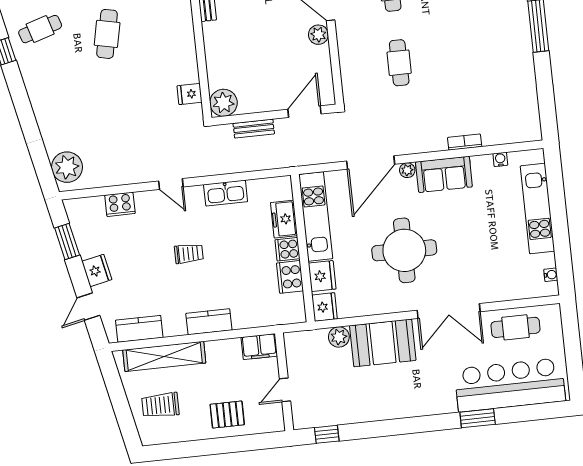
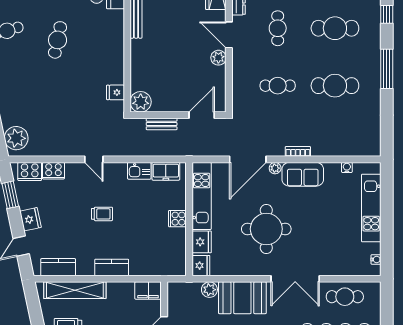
cafe table: (473, 55) -> (335, 86), added
cafe table: (399, 63) -> (278, 86), turned 90
bookcase: (465, 142) -> (298, 151), moved
kitchen sink: (226, 193) -> (139, 171), width x0.73
freezer: (284, 219) -> (166, 171), moved, turned -90
cooker: (290, 277) -> (30, 171), moved, turned -90

